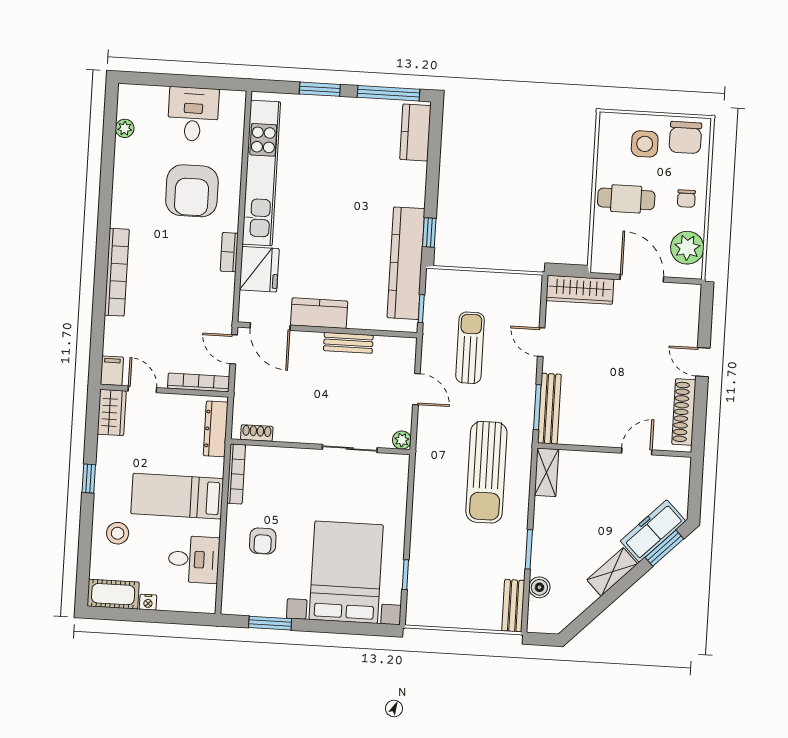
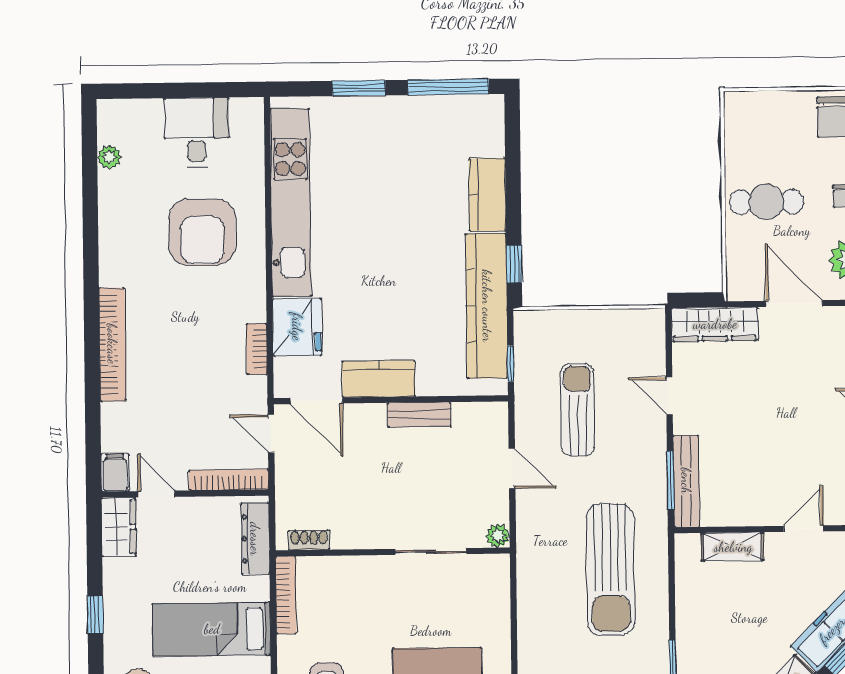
kitchen counter: (415, 132) -> (487, 195), moved
side table: (645, 144) -> (785, 129), removed
bookcase: (229, 252) -> (257, 349), moved
shelving: (546, 472) -> (733, 547), moved, turned 90

